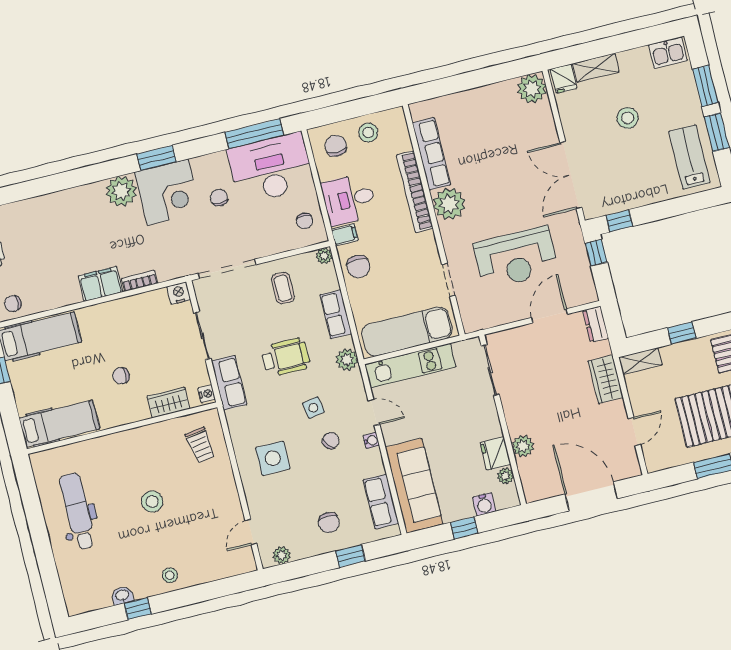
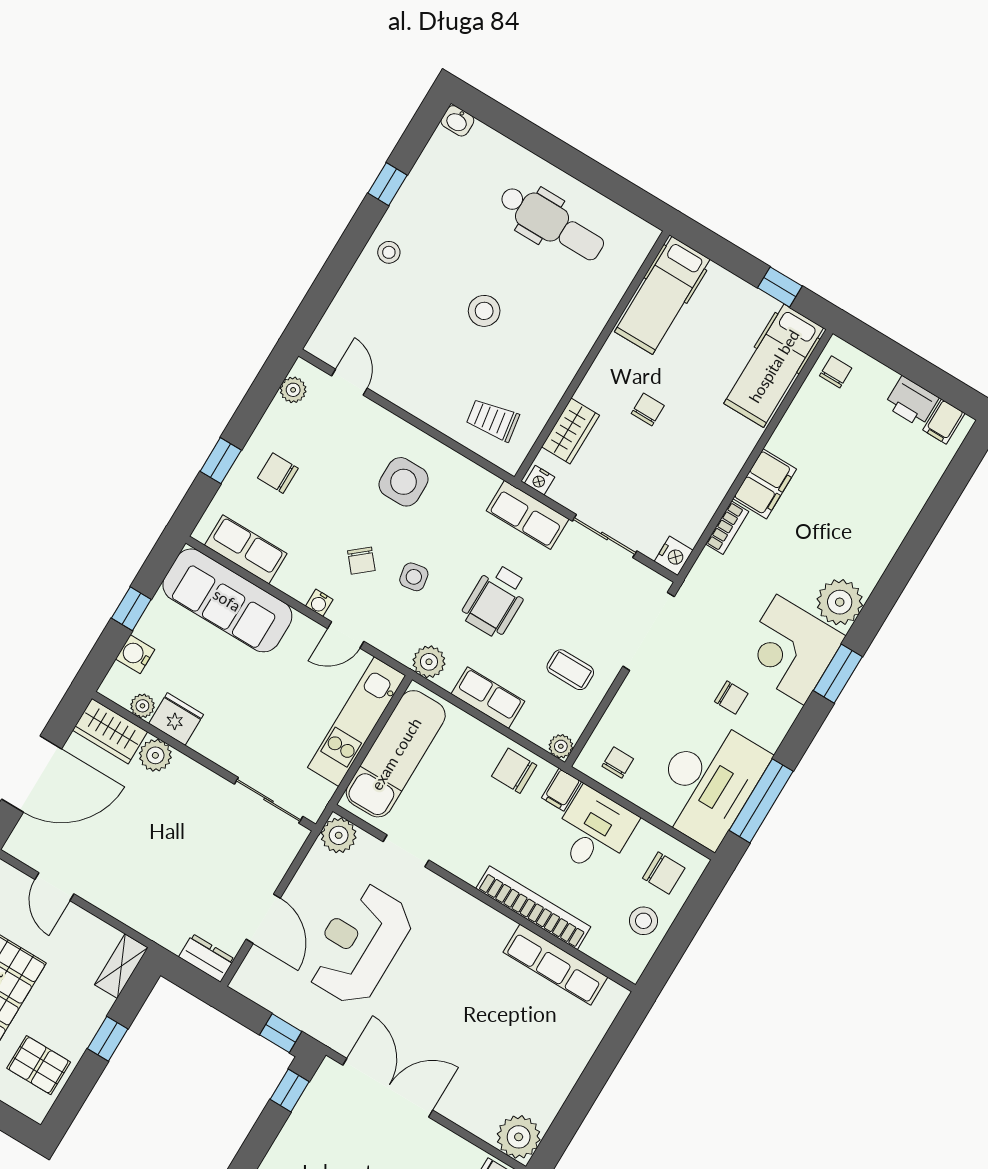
plant: (449, 204) -> (339, 835), moved, width x0.73, depth x0.73
chair: (305, 221) -> (618, 762), turned 90
wardrobe: (606, 379) -> (110, 731), moved, turned 180
washbasin: (122, 595) -> (457, 121), moved, turned 90

